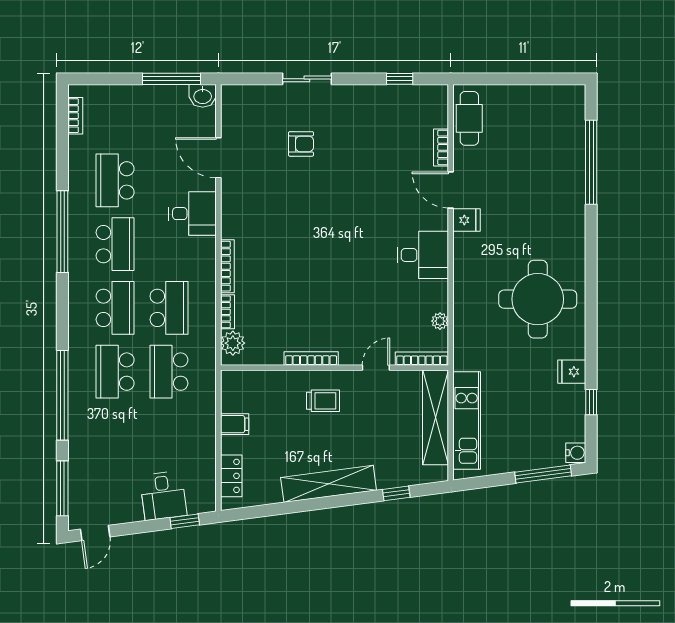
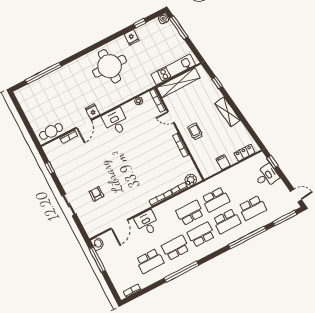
school desk: (115, 435) -> (252, 208), added
shelving: (329, 484) -> (227, 112), width x0.68

